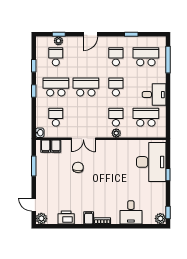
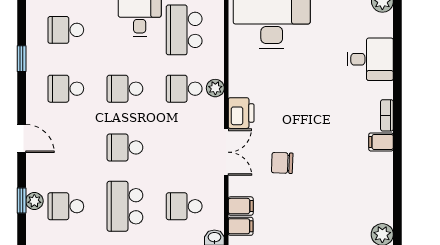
school desk: (146, 57) -> (66, 30), width x0.54
school desk: (86, 87) -> (125, 147), width x0.54
printer: (66, 218) -> (241, 113), moved, turned 180

